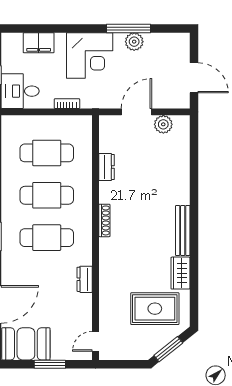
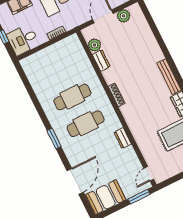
plant: (108, 143) -> (94, 45), added
cafe table: (47, 153) -> (59, 70), removed
window: (50, 364) -> (139, 197), moved

